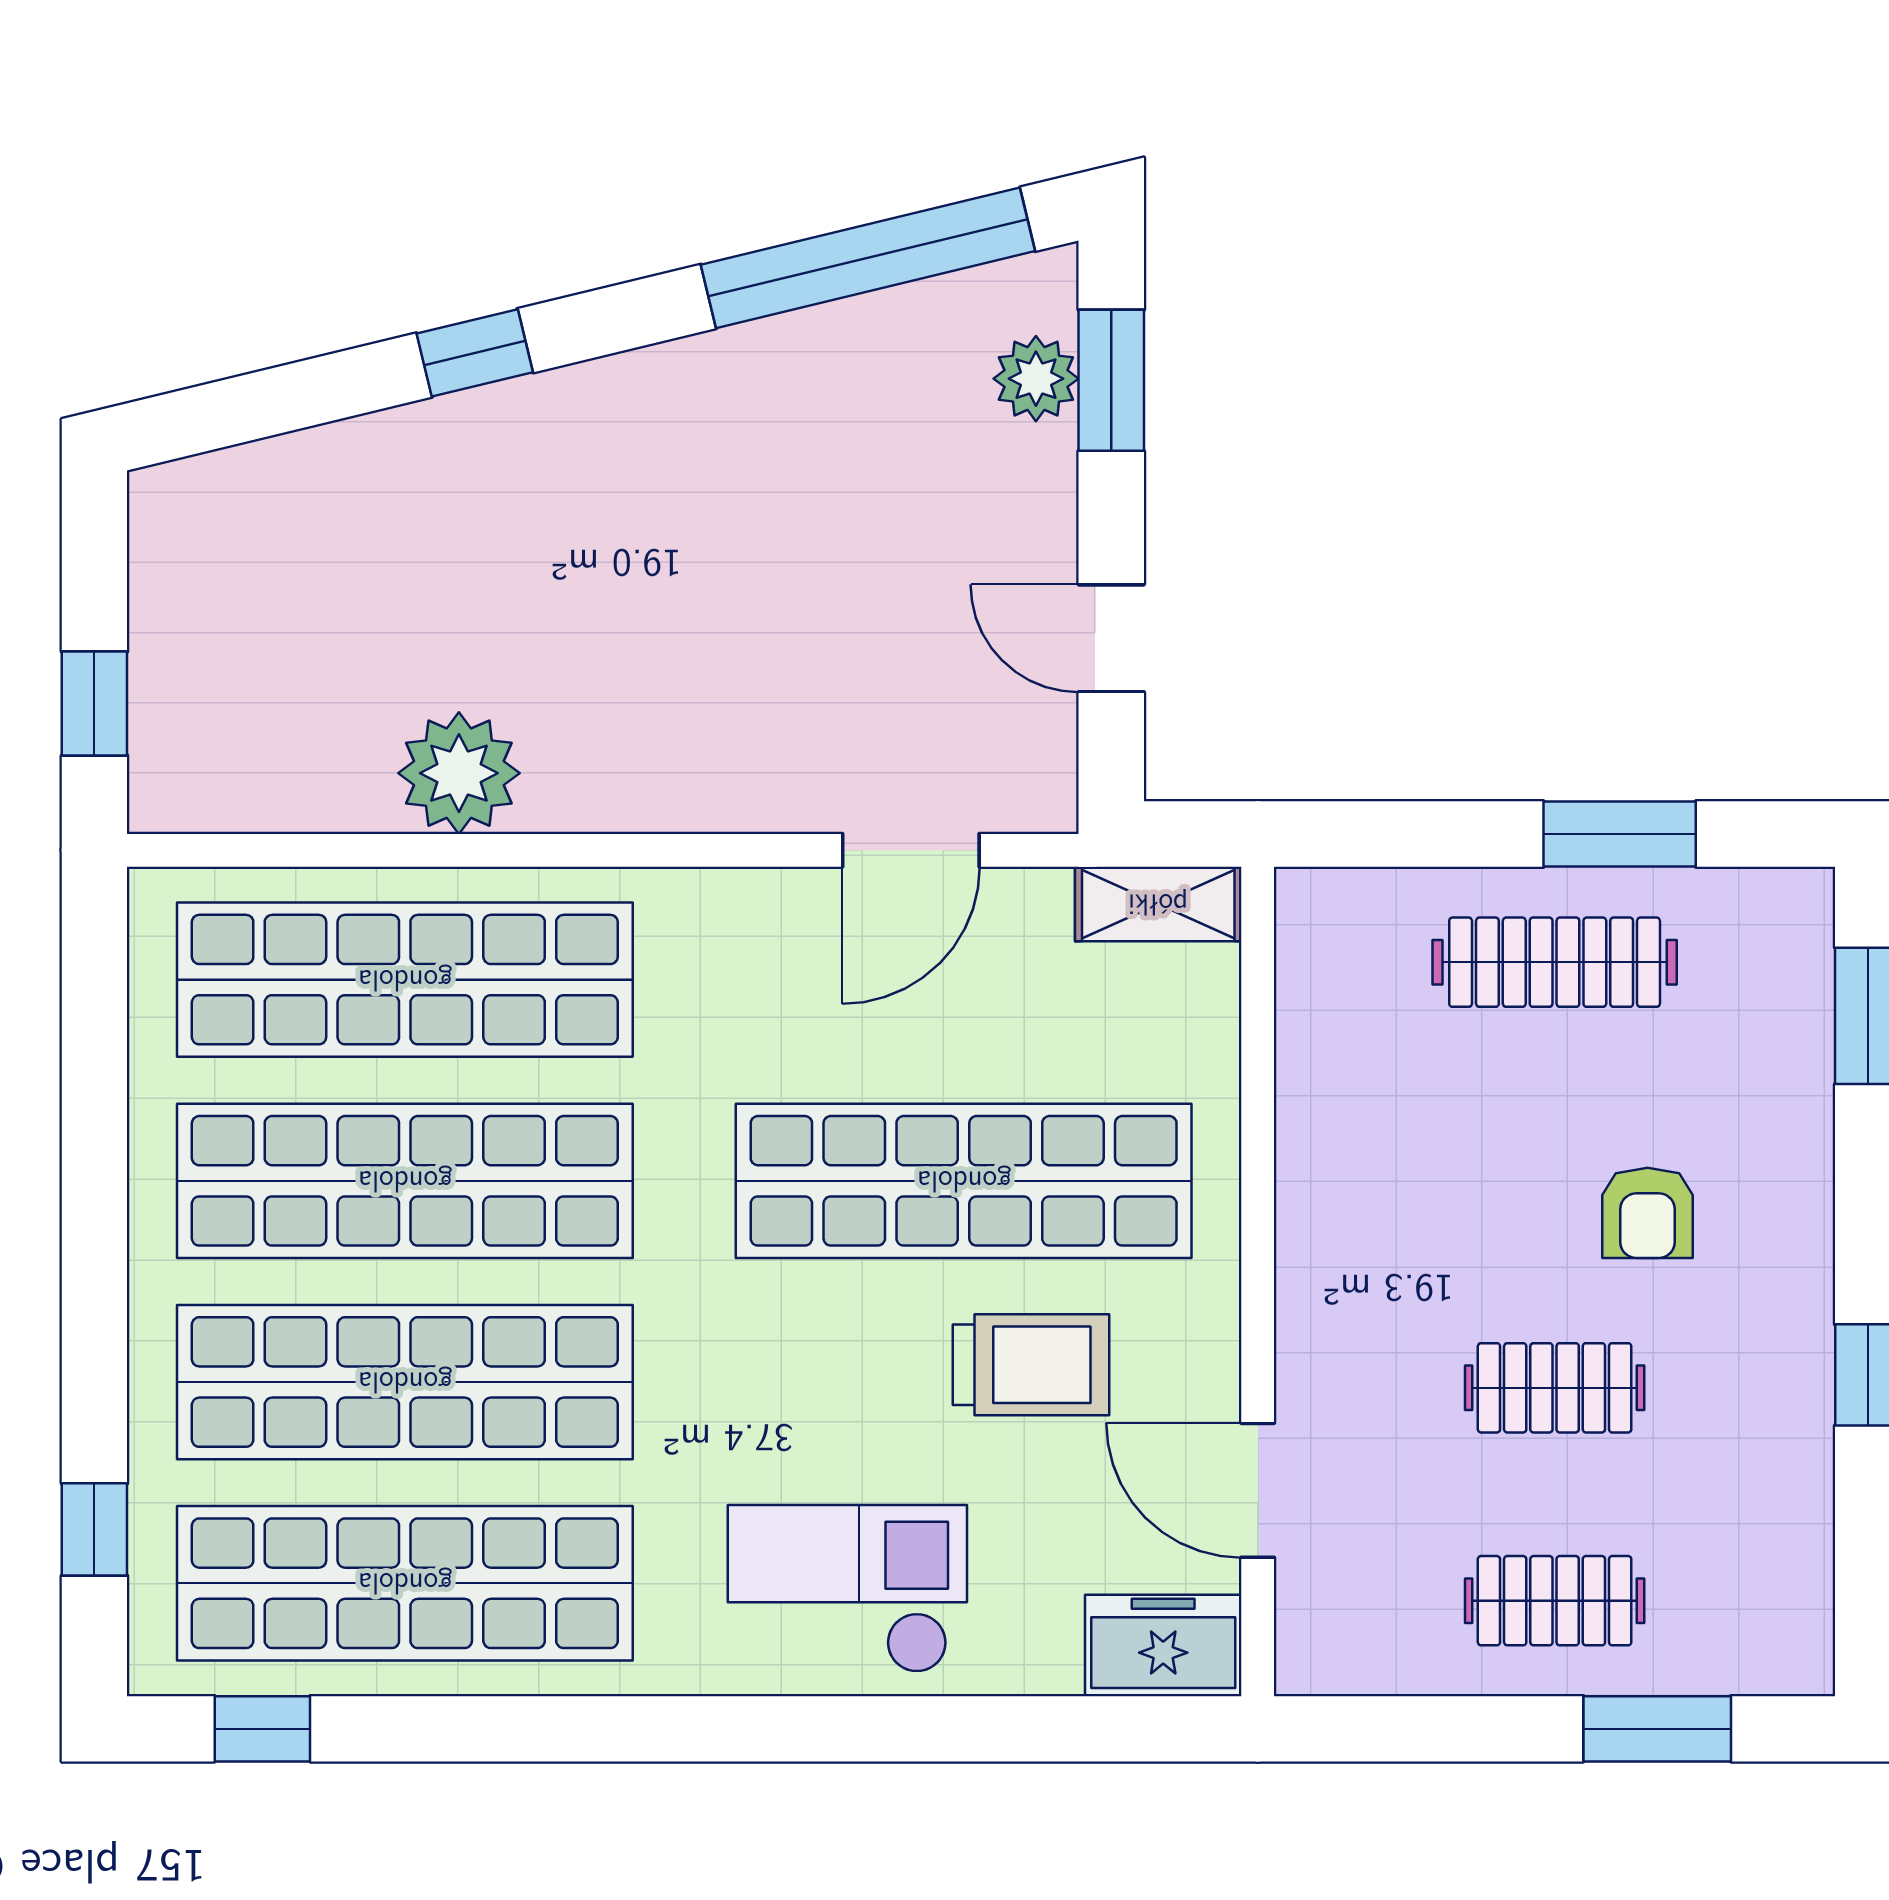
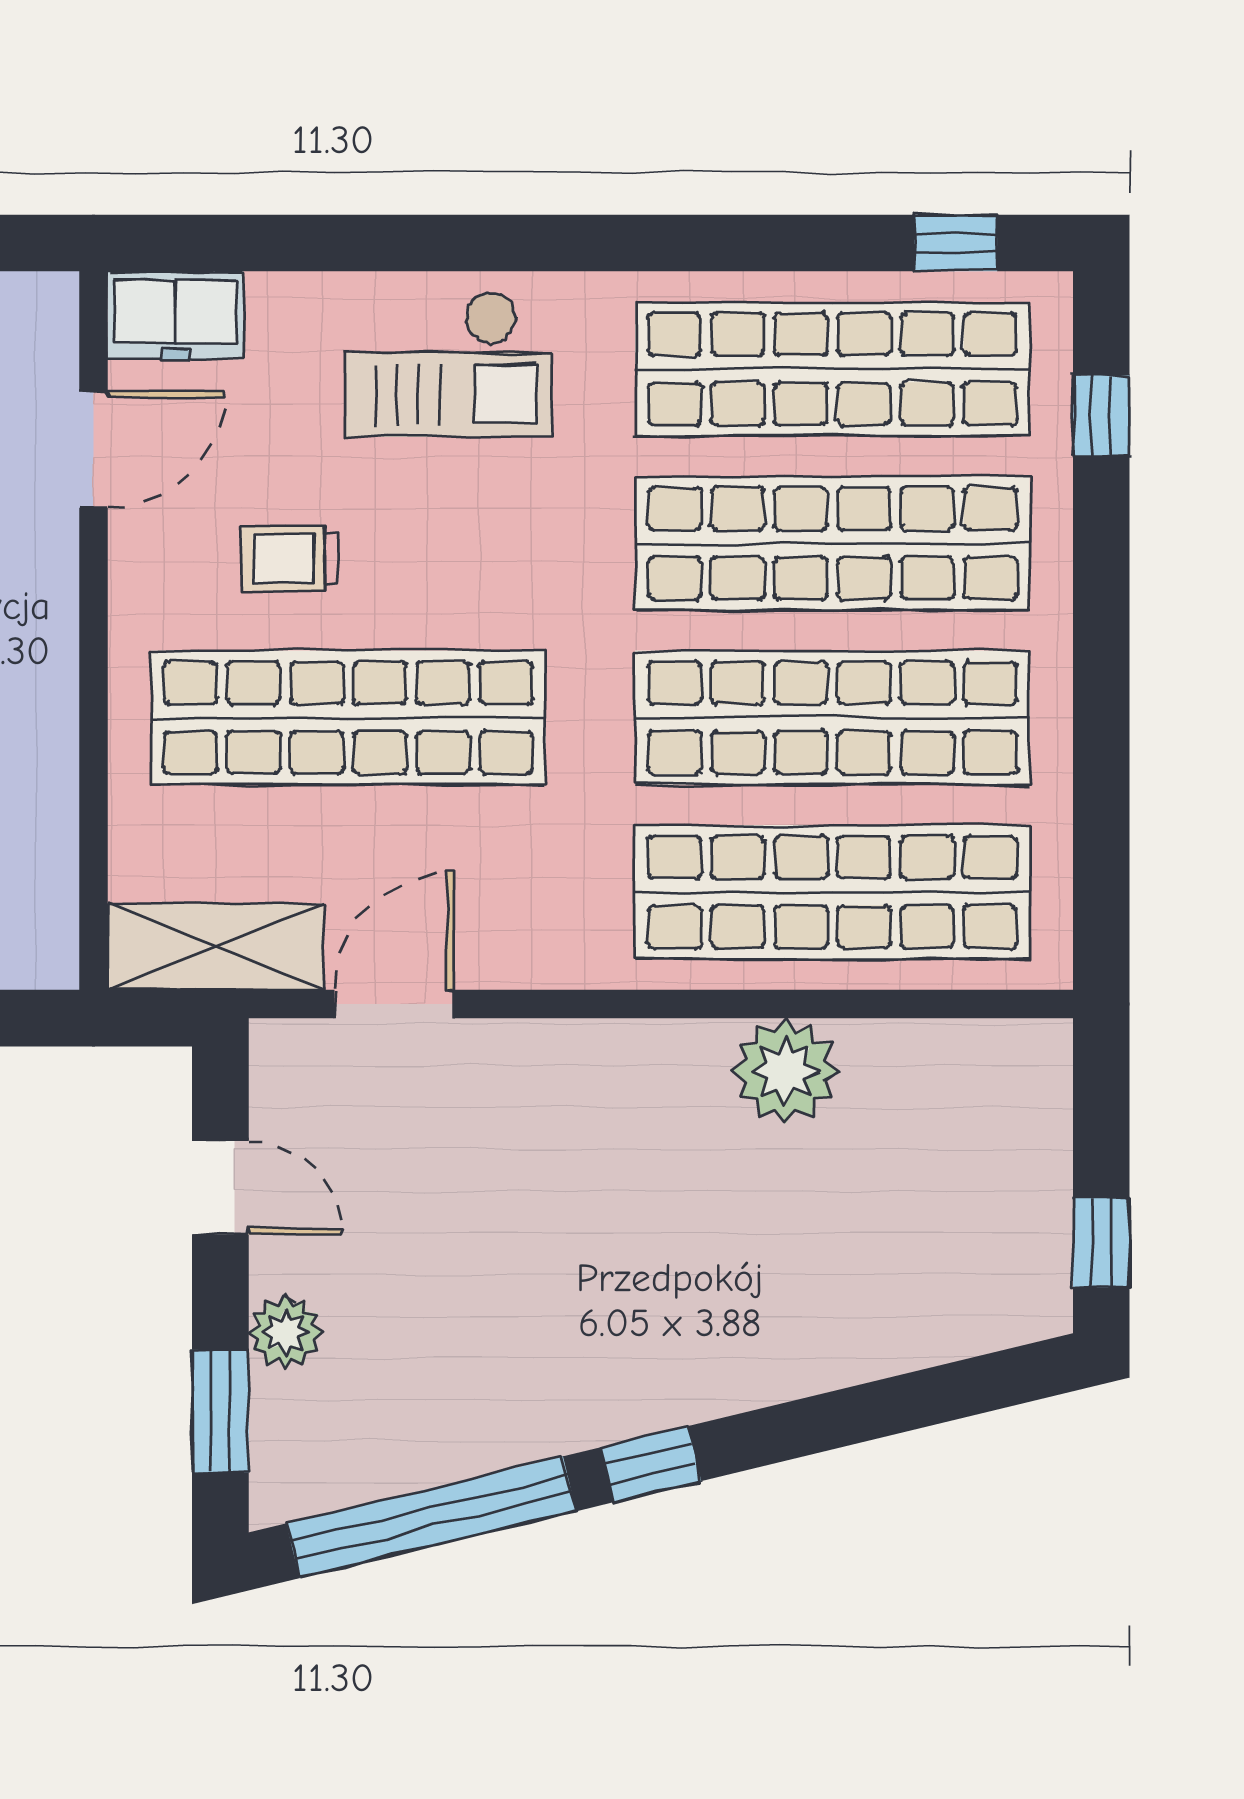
window: (475, 353) -> (651, 1464), moved
plant: (1036, 379) -> (286, 1332), moved
window: (94, 704) -> (1101, 1242), moved
shelving: (1158, 904) -> (216, 947), width x1.50, depth x1.33
trolley: (1031, 1365) -> (290, 558), width x0.73, depth x0.72
door: (1258, 1490) -> (94, 450), hinge flipped

